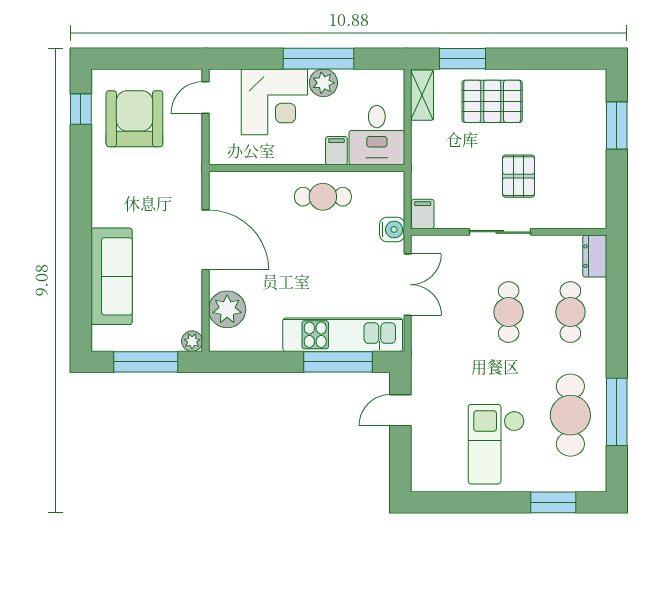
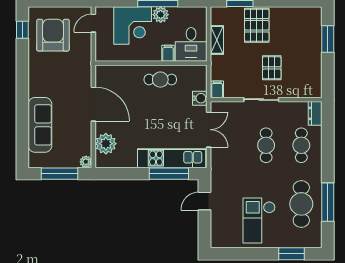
shelving: (422, 95) -> (217, 40), moved
pallet: (492, 101) -> (257, 25), turned 90

